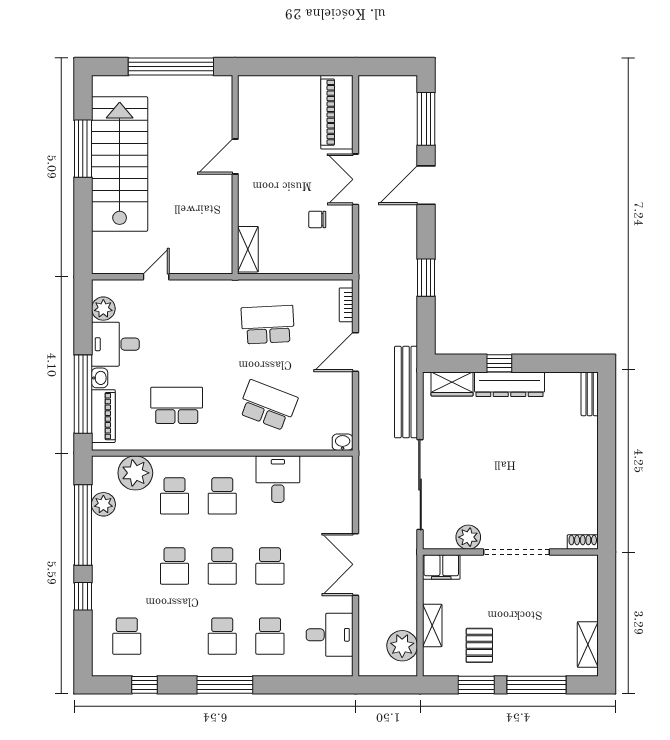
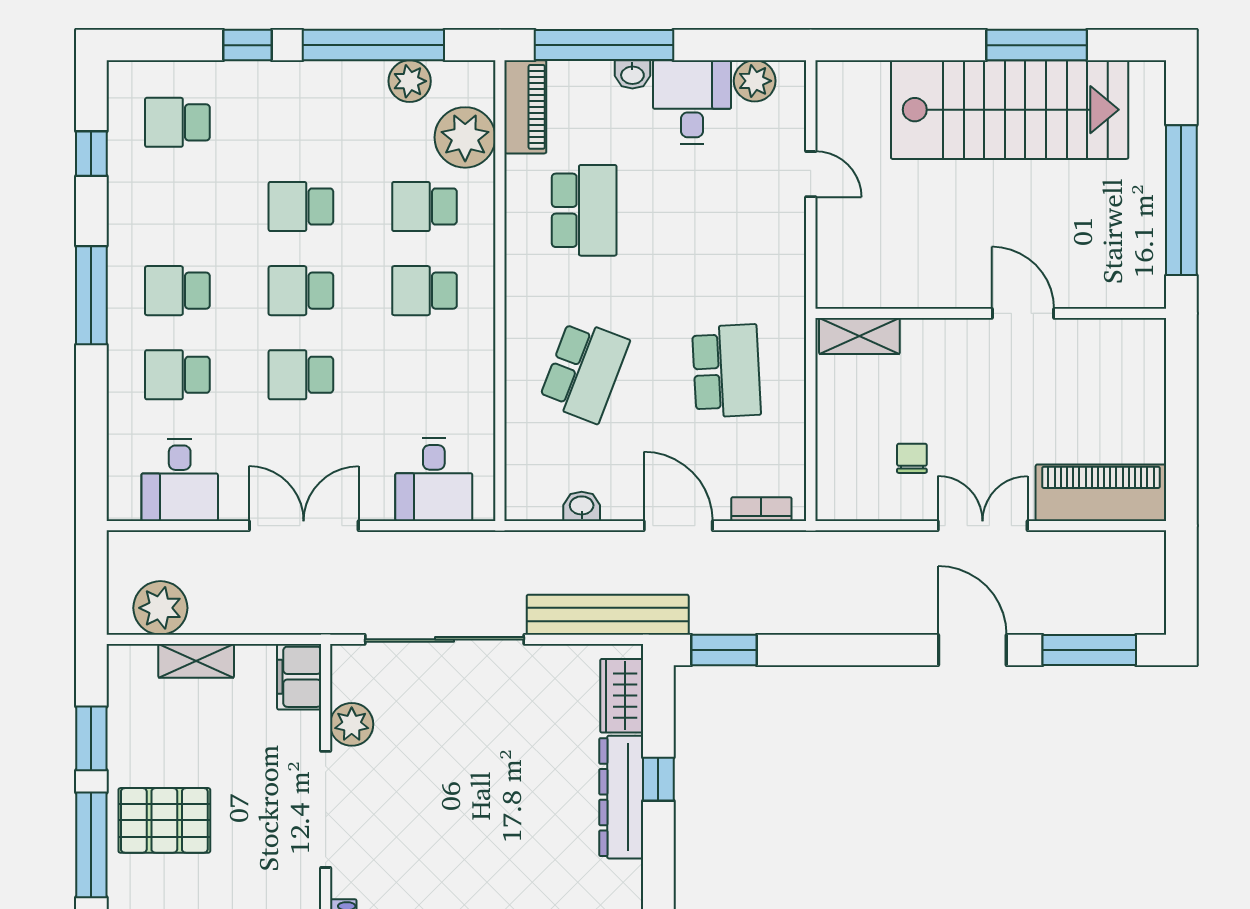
window: (426, 278) -> (724, 650), moved
piano: (103, 416) -> (525, 107), moved, turned -90
washbasin: (343, 442) -> (582, 506), moved, turned -90
desk: (278, 479) -> (434, 480), moved, turned 90
pallet: (479, 645) -> (164, 820), moved, width x1.50, depth x1.42

